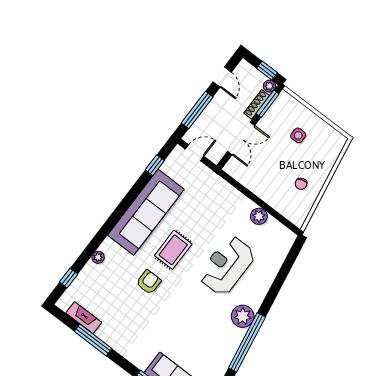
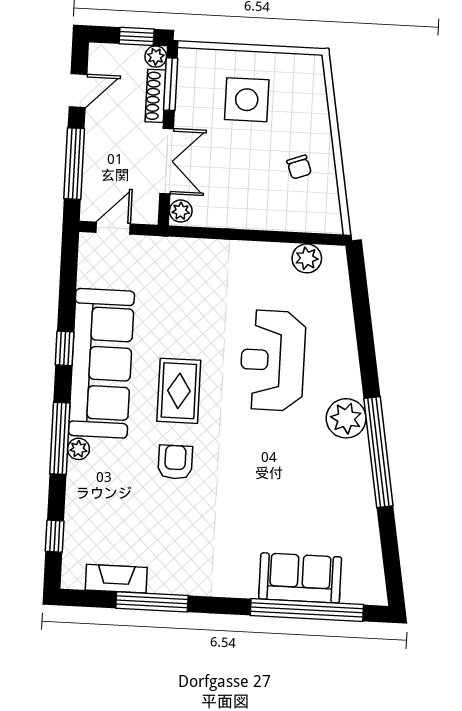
door: (222, 77) -> (78, 90), hinge flipped
side table: (298, 135) -> (247, 100), width x1.87, depth x1.87
window: (155, 165) -> (65, 348), moved
plant: (232, 166) -> (181, 211), added
plant: (259, 216) -> (307, 258), moved
window: (102, 234) -> (60, 438), added
plant: (98, 257) -> (78, 449), moved

